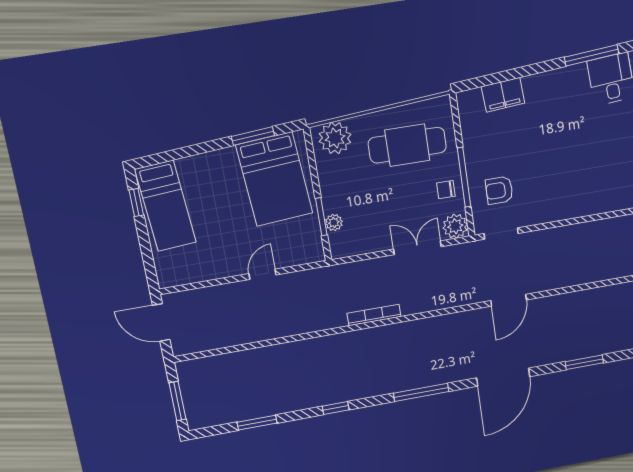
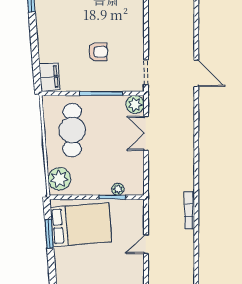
filing cabinet: (503, 95) -> (49, 77), moved
chair: (446, 190) -> (108, 108), removed
armchair: (499, 190) -> (98, 52), moved, turned -90
door: (262, 274) -> (146, 244), hinge flipped
bookcase: (374, 315) -> (189, 210), moved

